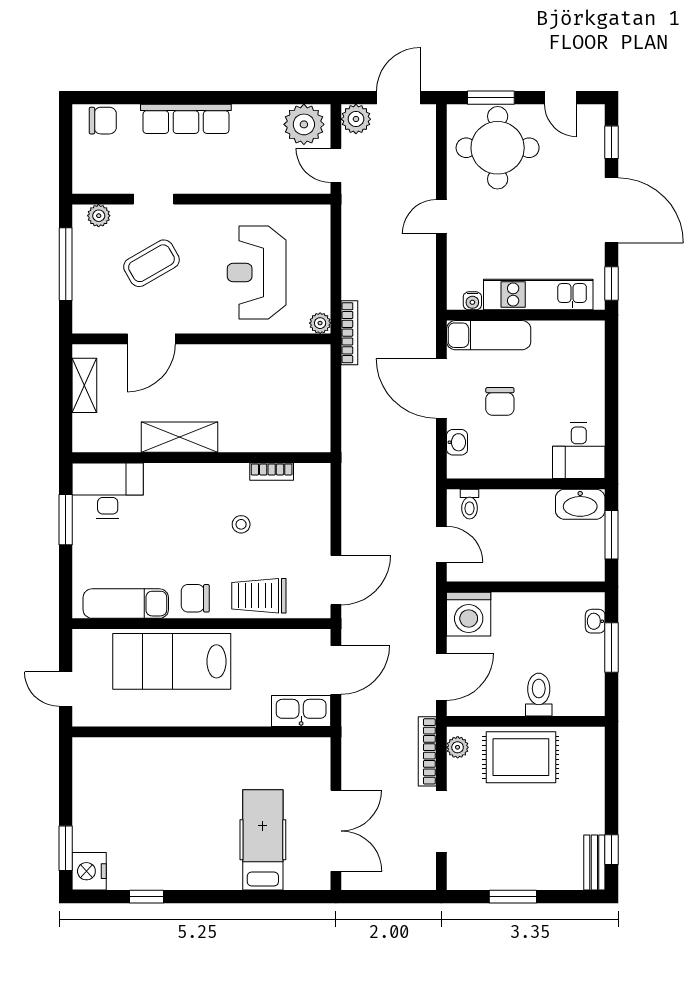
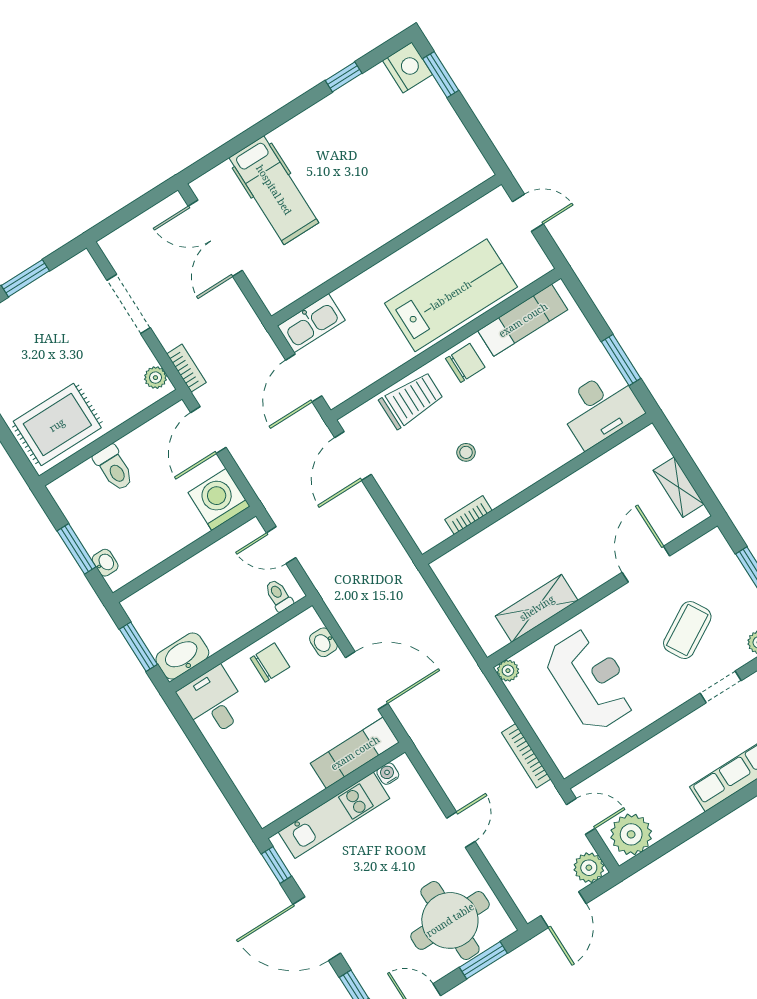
bookcase: (349, 333) -> (526, 756), moved
chair: (500, 401) -> (270, 663), moved, turned 90
shelving: (180, 437) -> (537, 608), moved
bookcase: (427, 751) -> (186, 368), width x0.64
rug: (521, 757) -> (57, 425), moved

